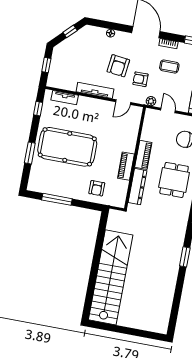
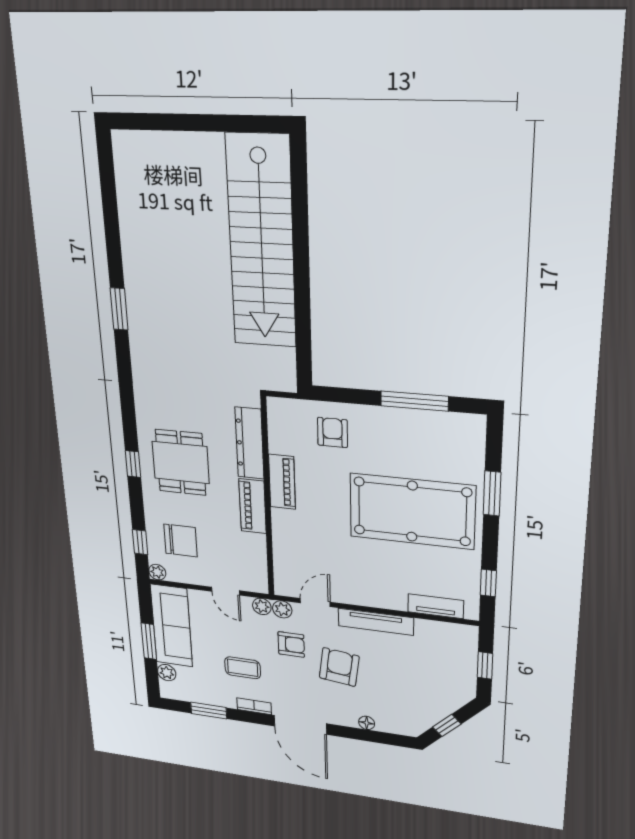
plant: (141, 99) -> (282, 609), added

